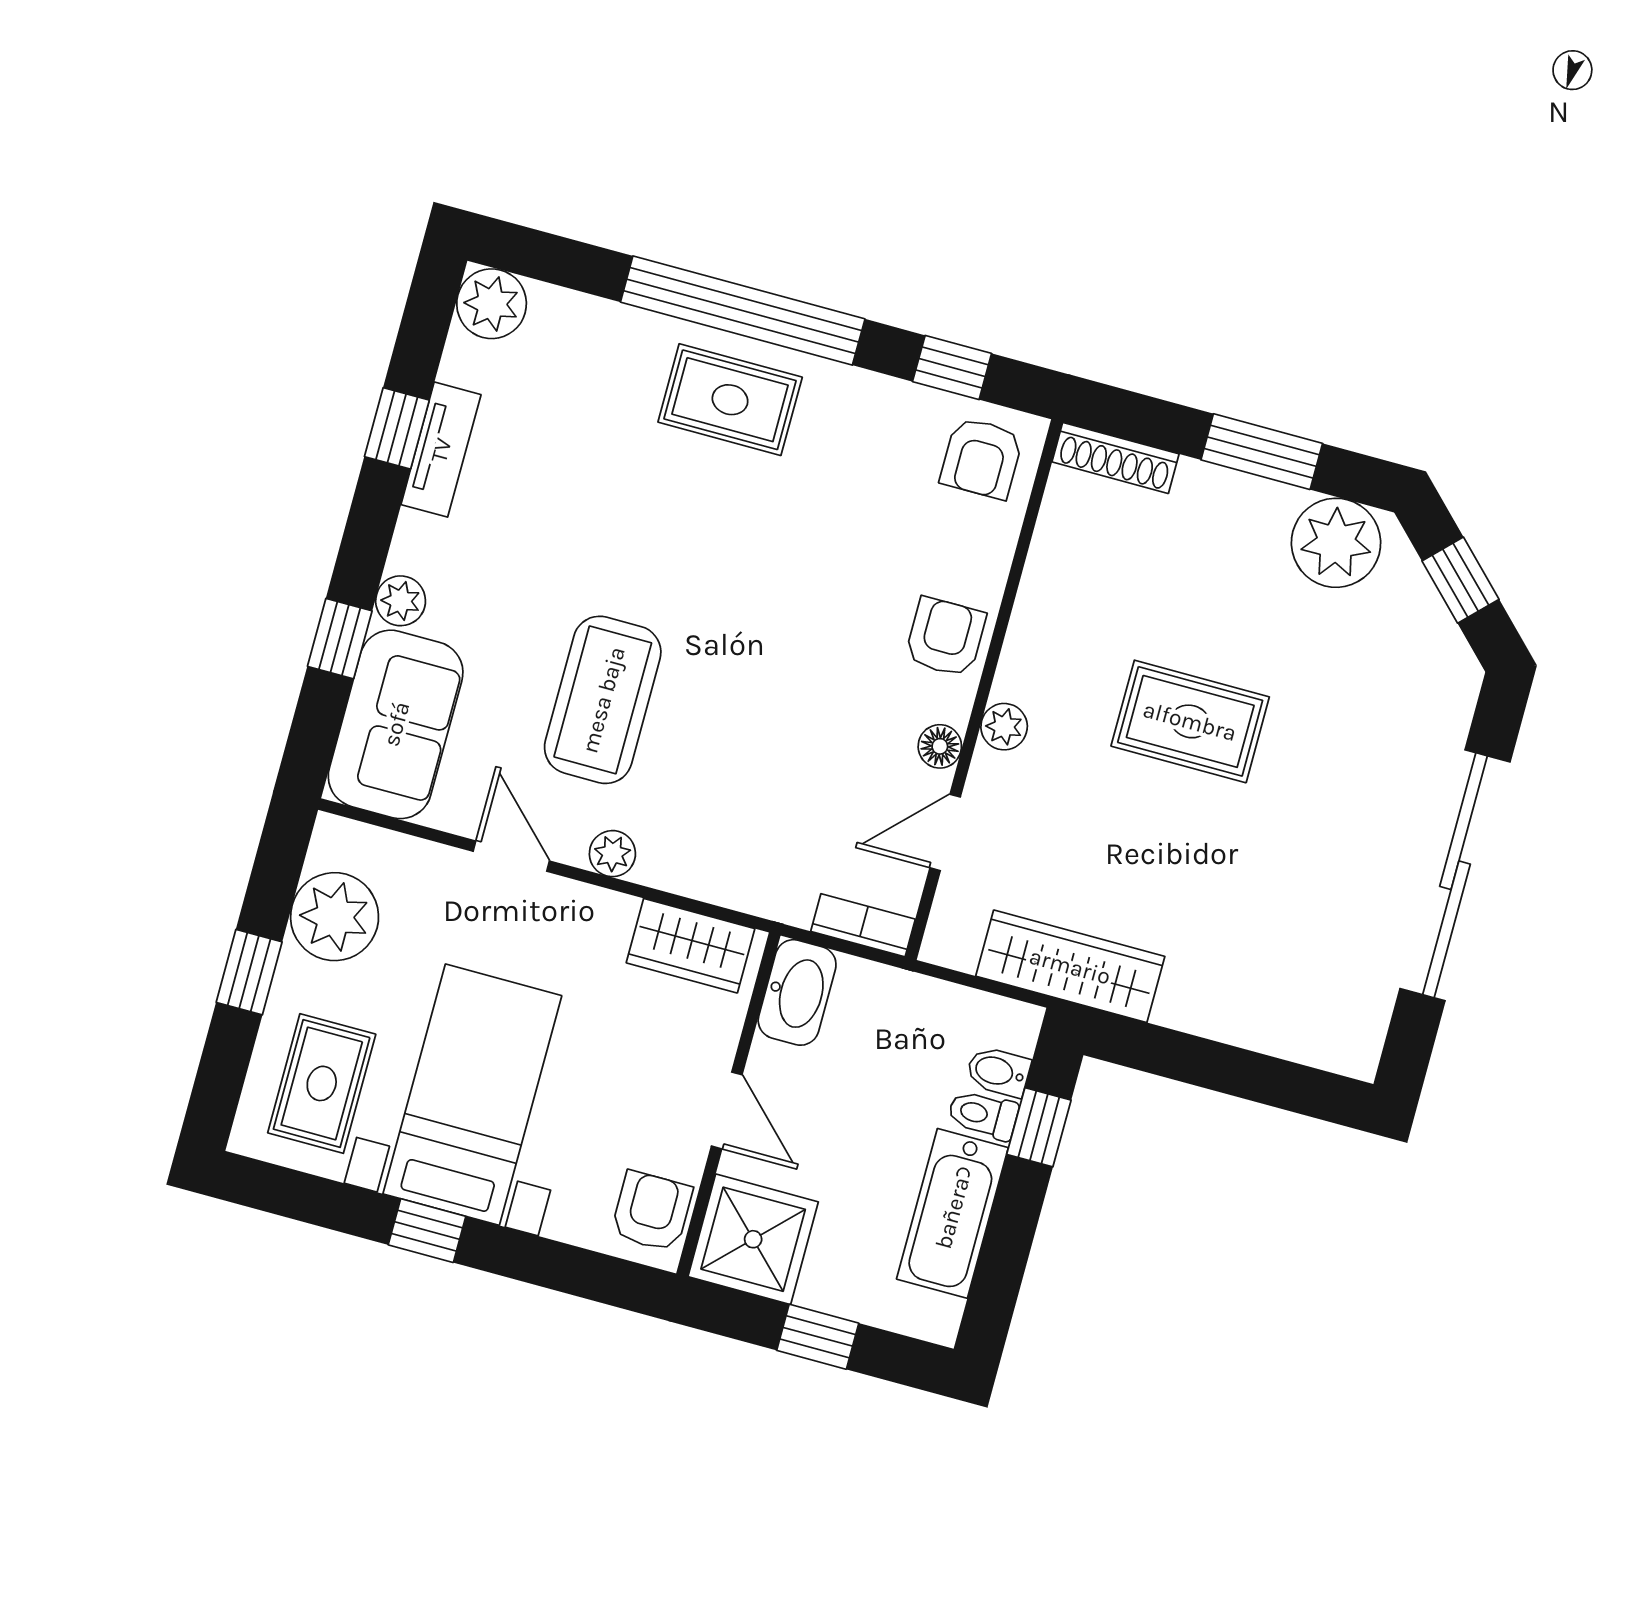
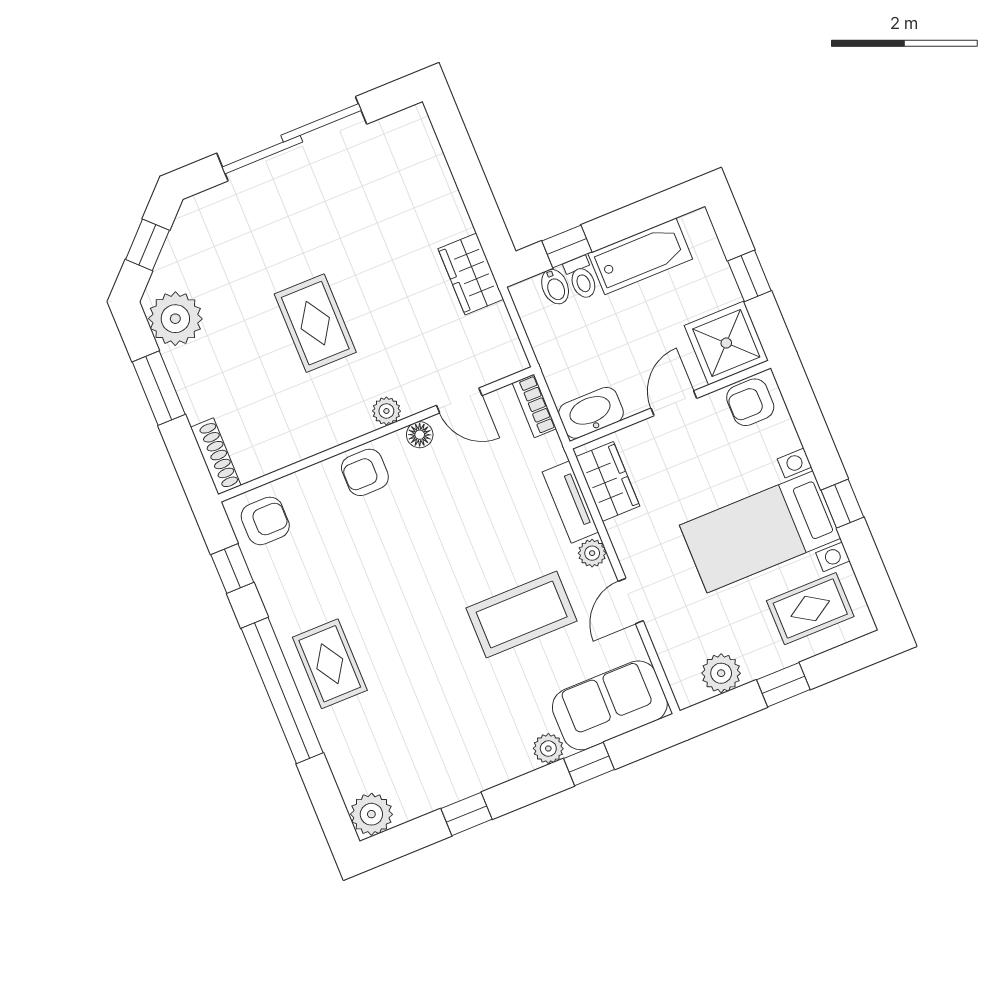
tv unit: (441, 450) -> (570, 502), moved, turned -90
plant: (335, 917) -> (721, 673), width x0.73, depth x0.73
wardrobe: (1070, 966) -> (471, 274), width x0.67

